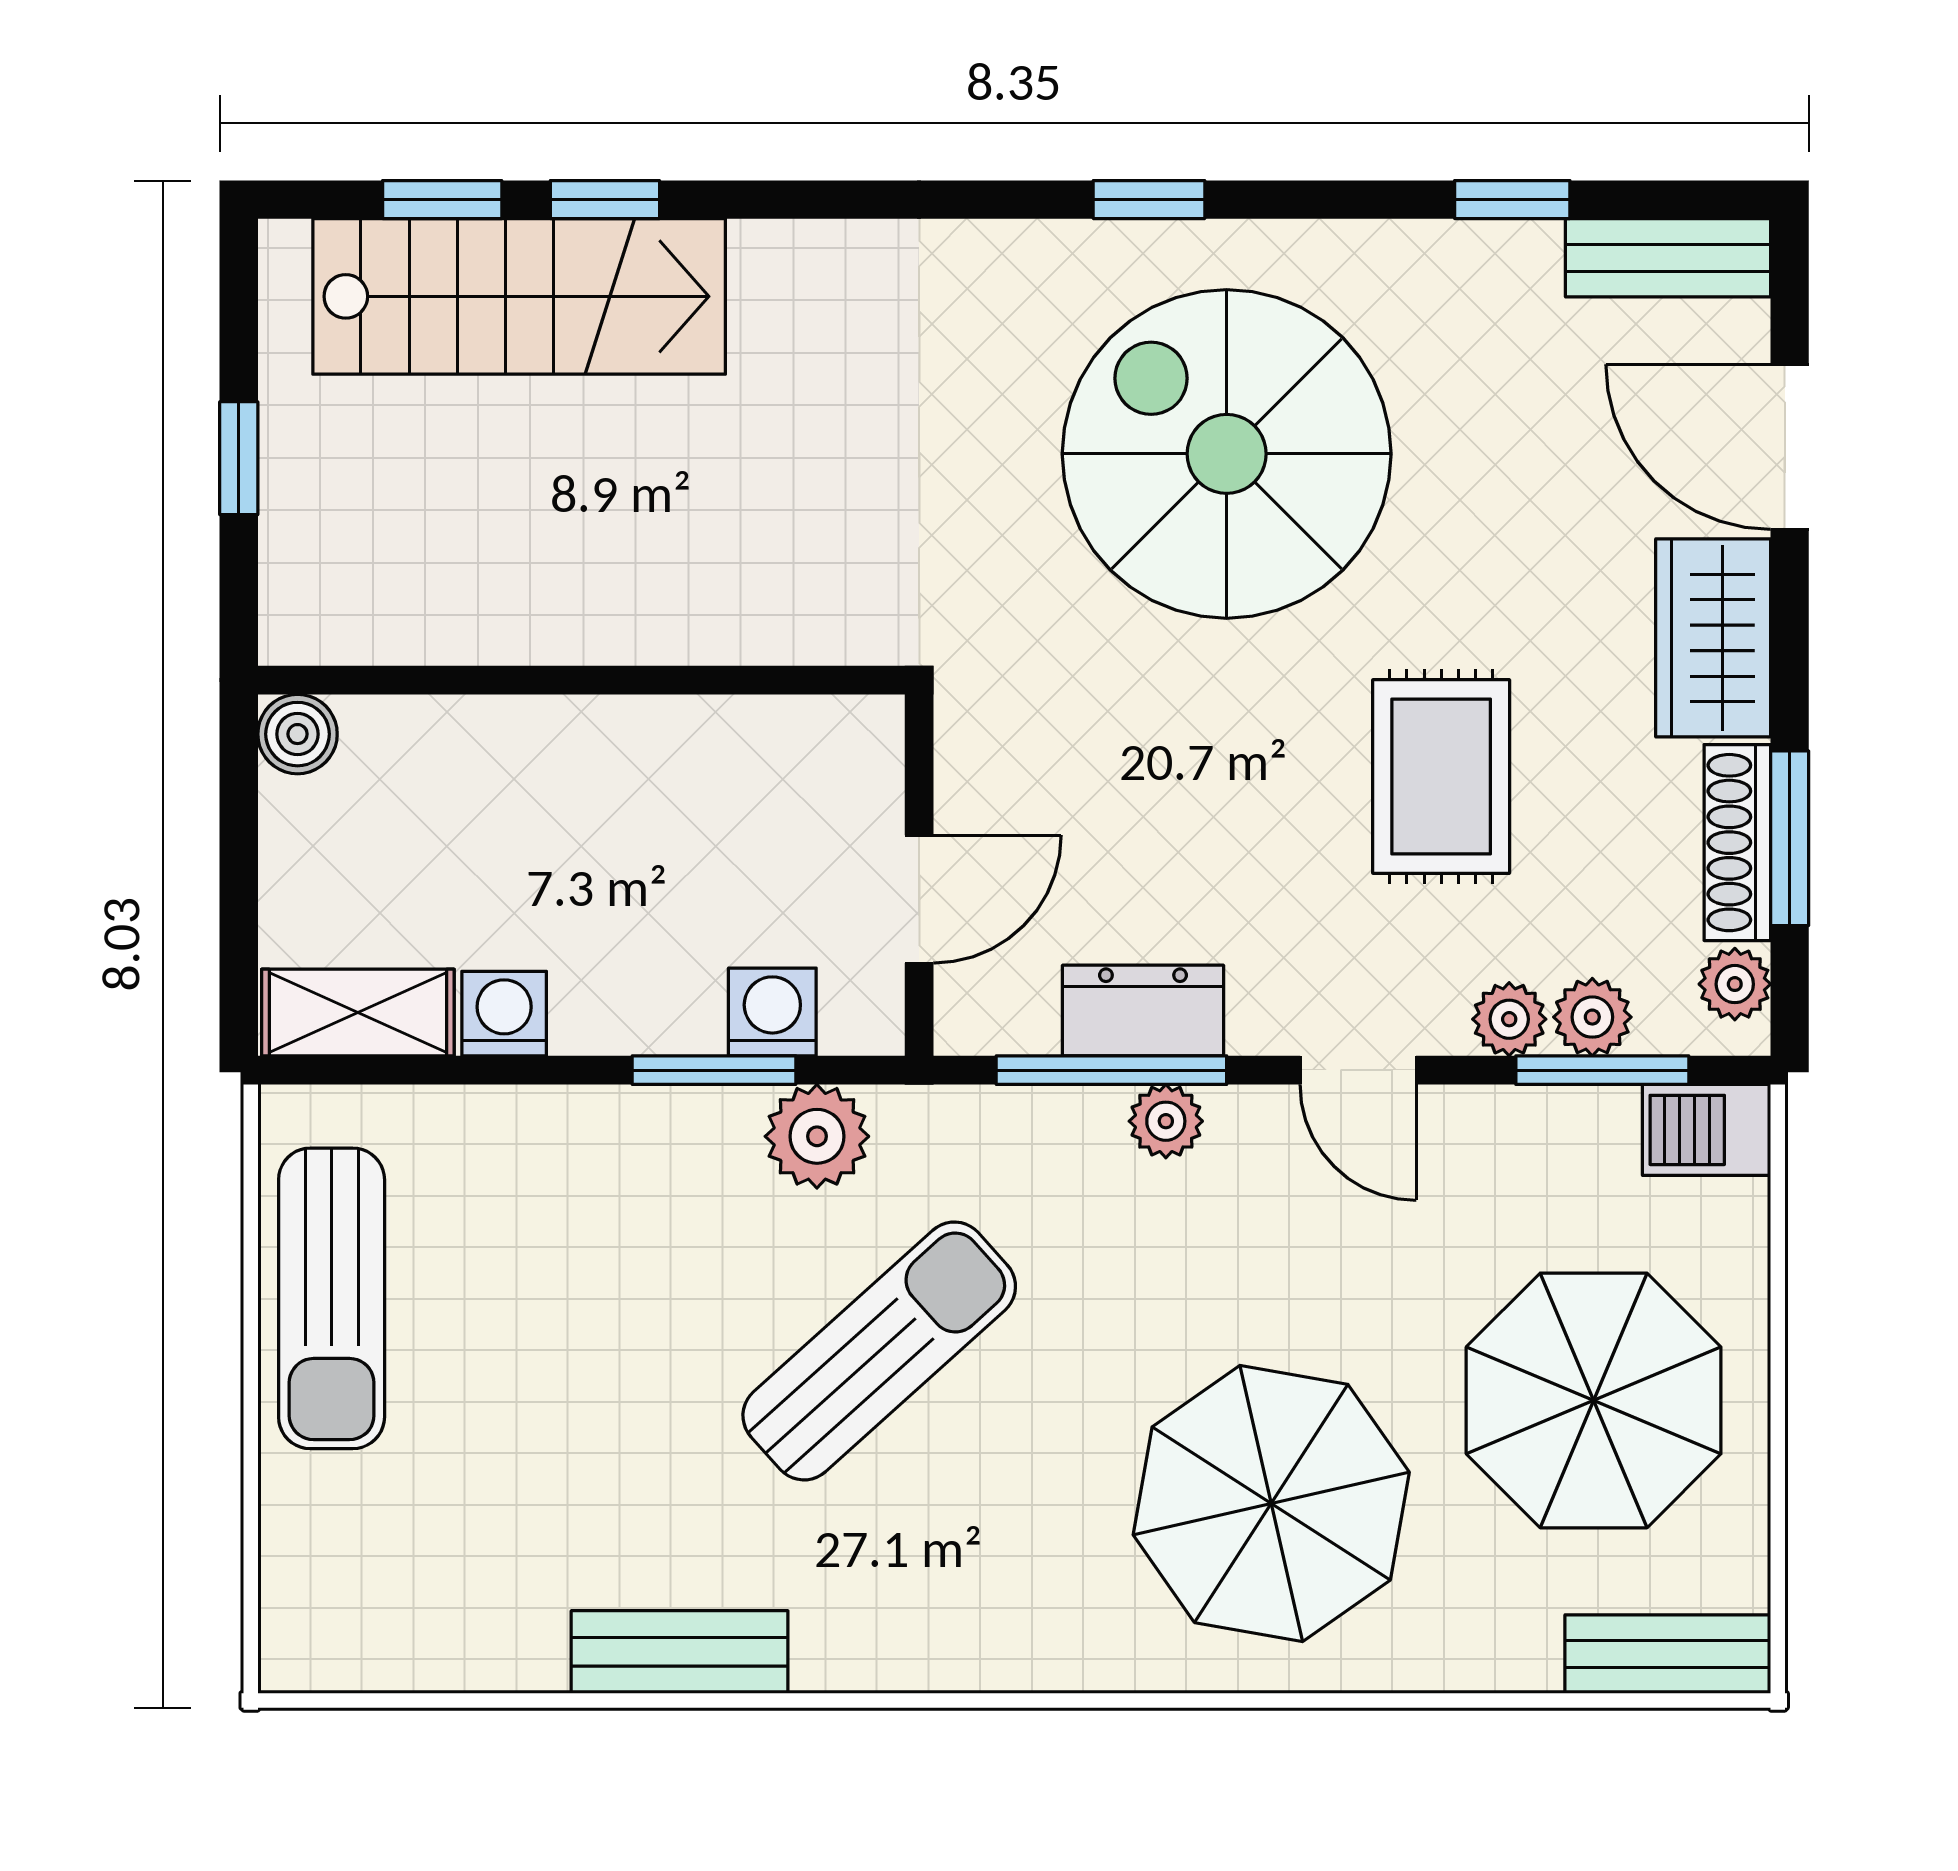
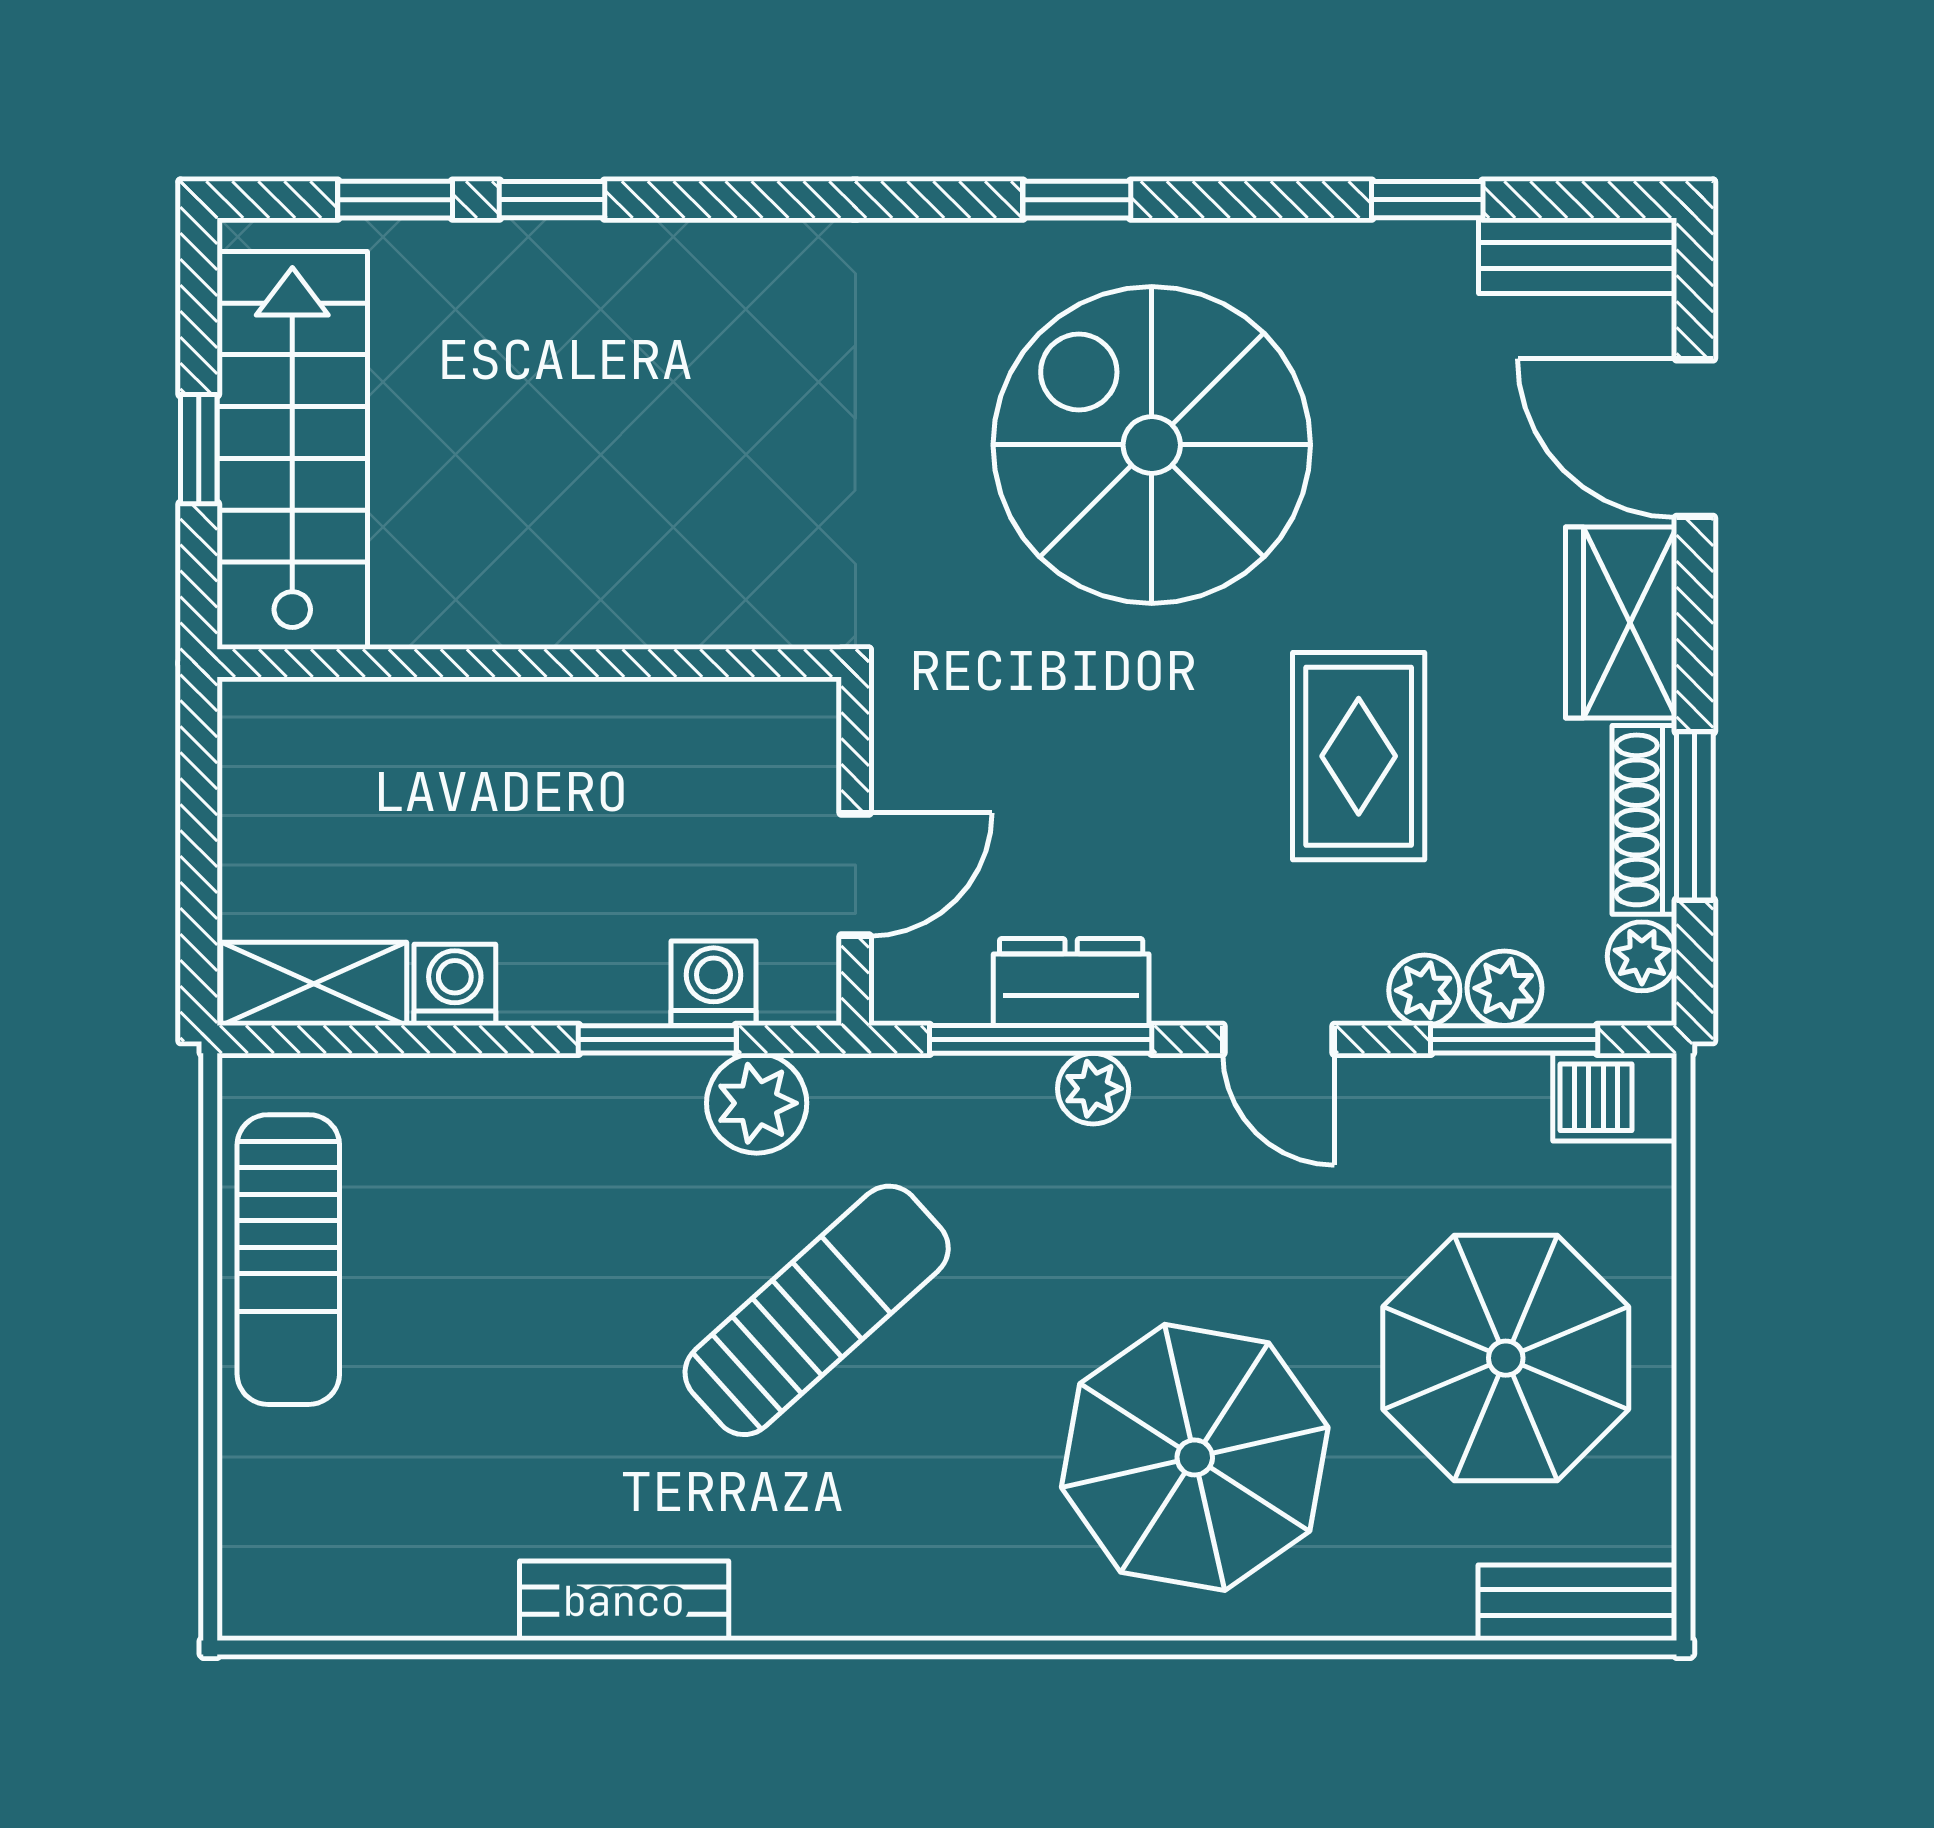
stairs: (519, 296) -> (292, 450), moved, turned -90
boiler: (298, 734) -> (256, 715), removed

